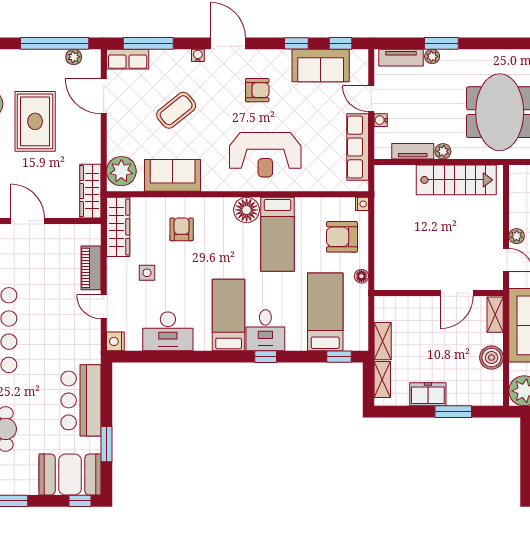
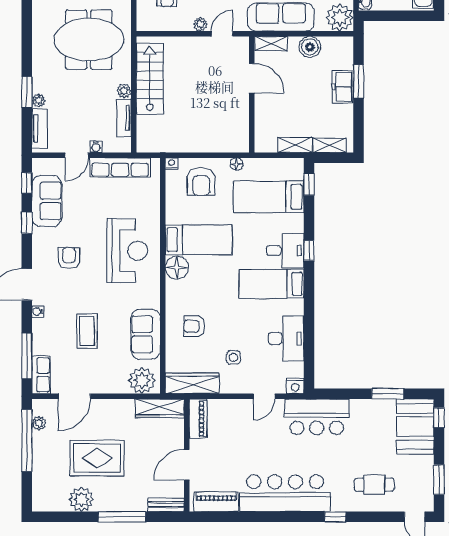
coffee table: (176, 110) -> (87, 331), turned 39
piano: (91, 268) -> (198, 419), moved, turned -90
freezer: (428, 394) -> (343, 87), moved
bar counter: (81, 400) -> (317, 417), moved

